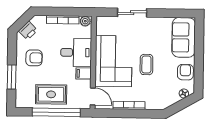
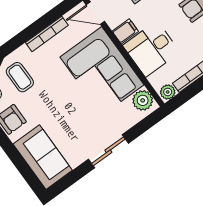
sliding door: (132, 13) -> (108, 151), moved
plant: (103, 27) -> (143, 100), added
coffee table: (146, 65) -> (20, 77), moved

